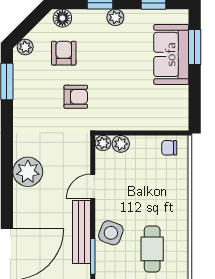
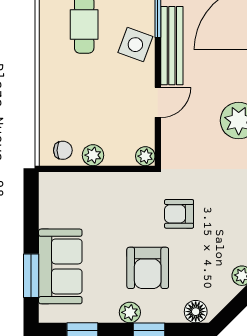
armchair: (64, 53) -> (148, 268), moved, width x1.38, depth x1.38
plant: (121, 144) -> (93, 155), moved

